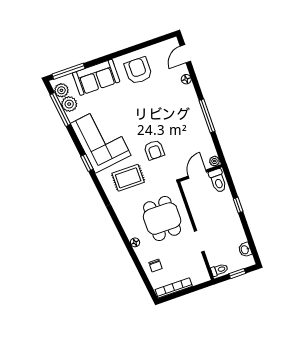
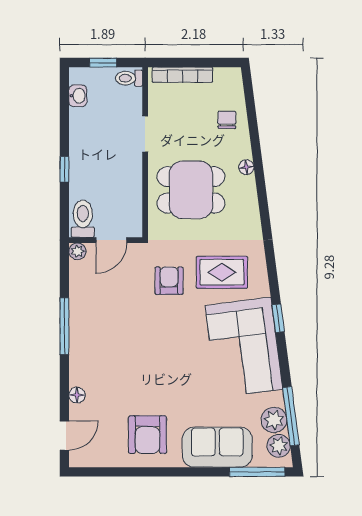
armchair: (154, 150) -> (169, 281), moved
dining table: (162, 219) -> (191, 190), turned 90
bookcase: (174, 288) -> (182, 75), moved

